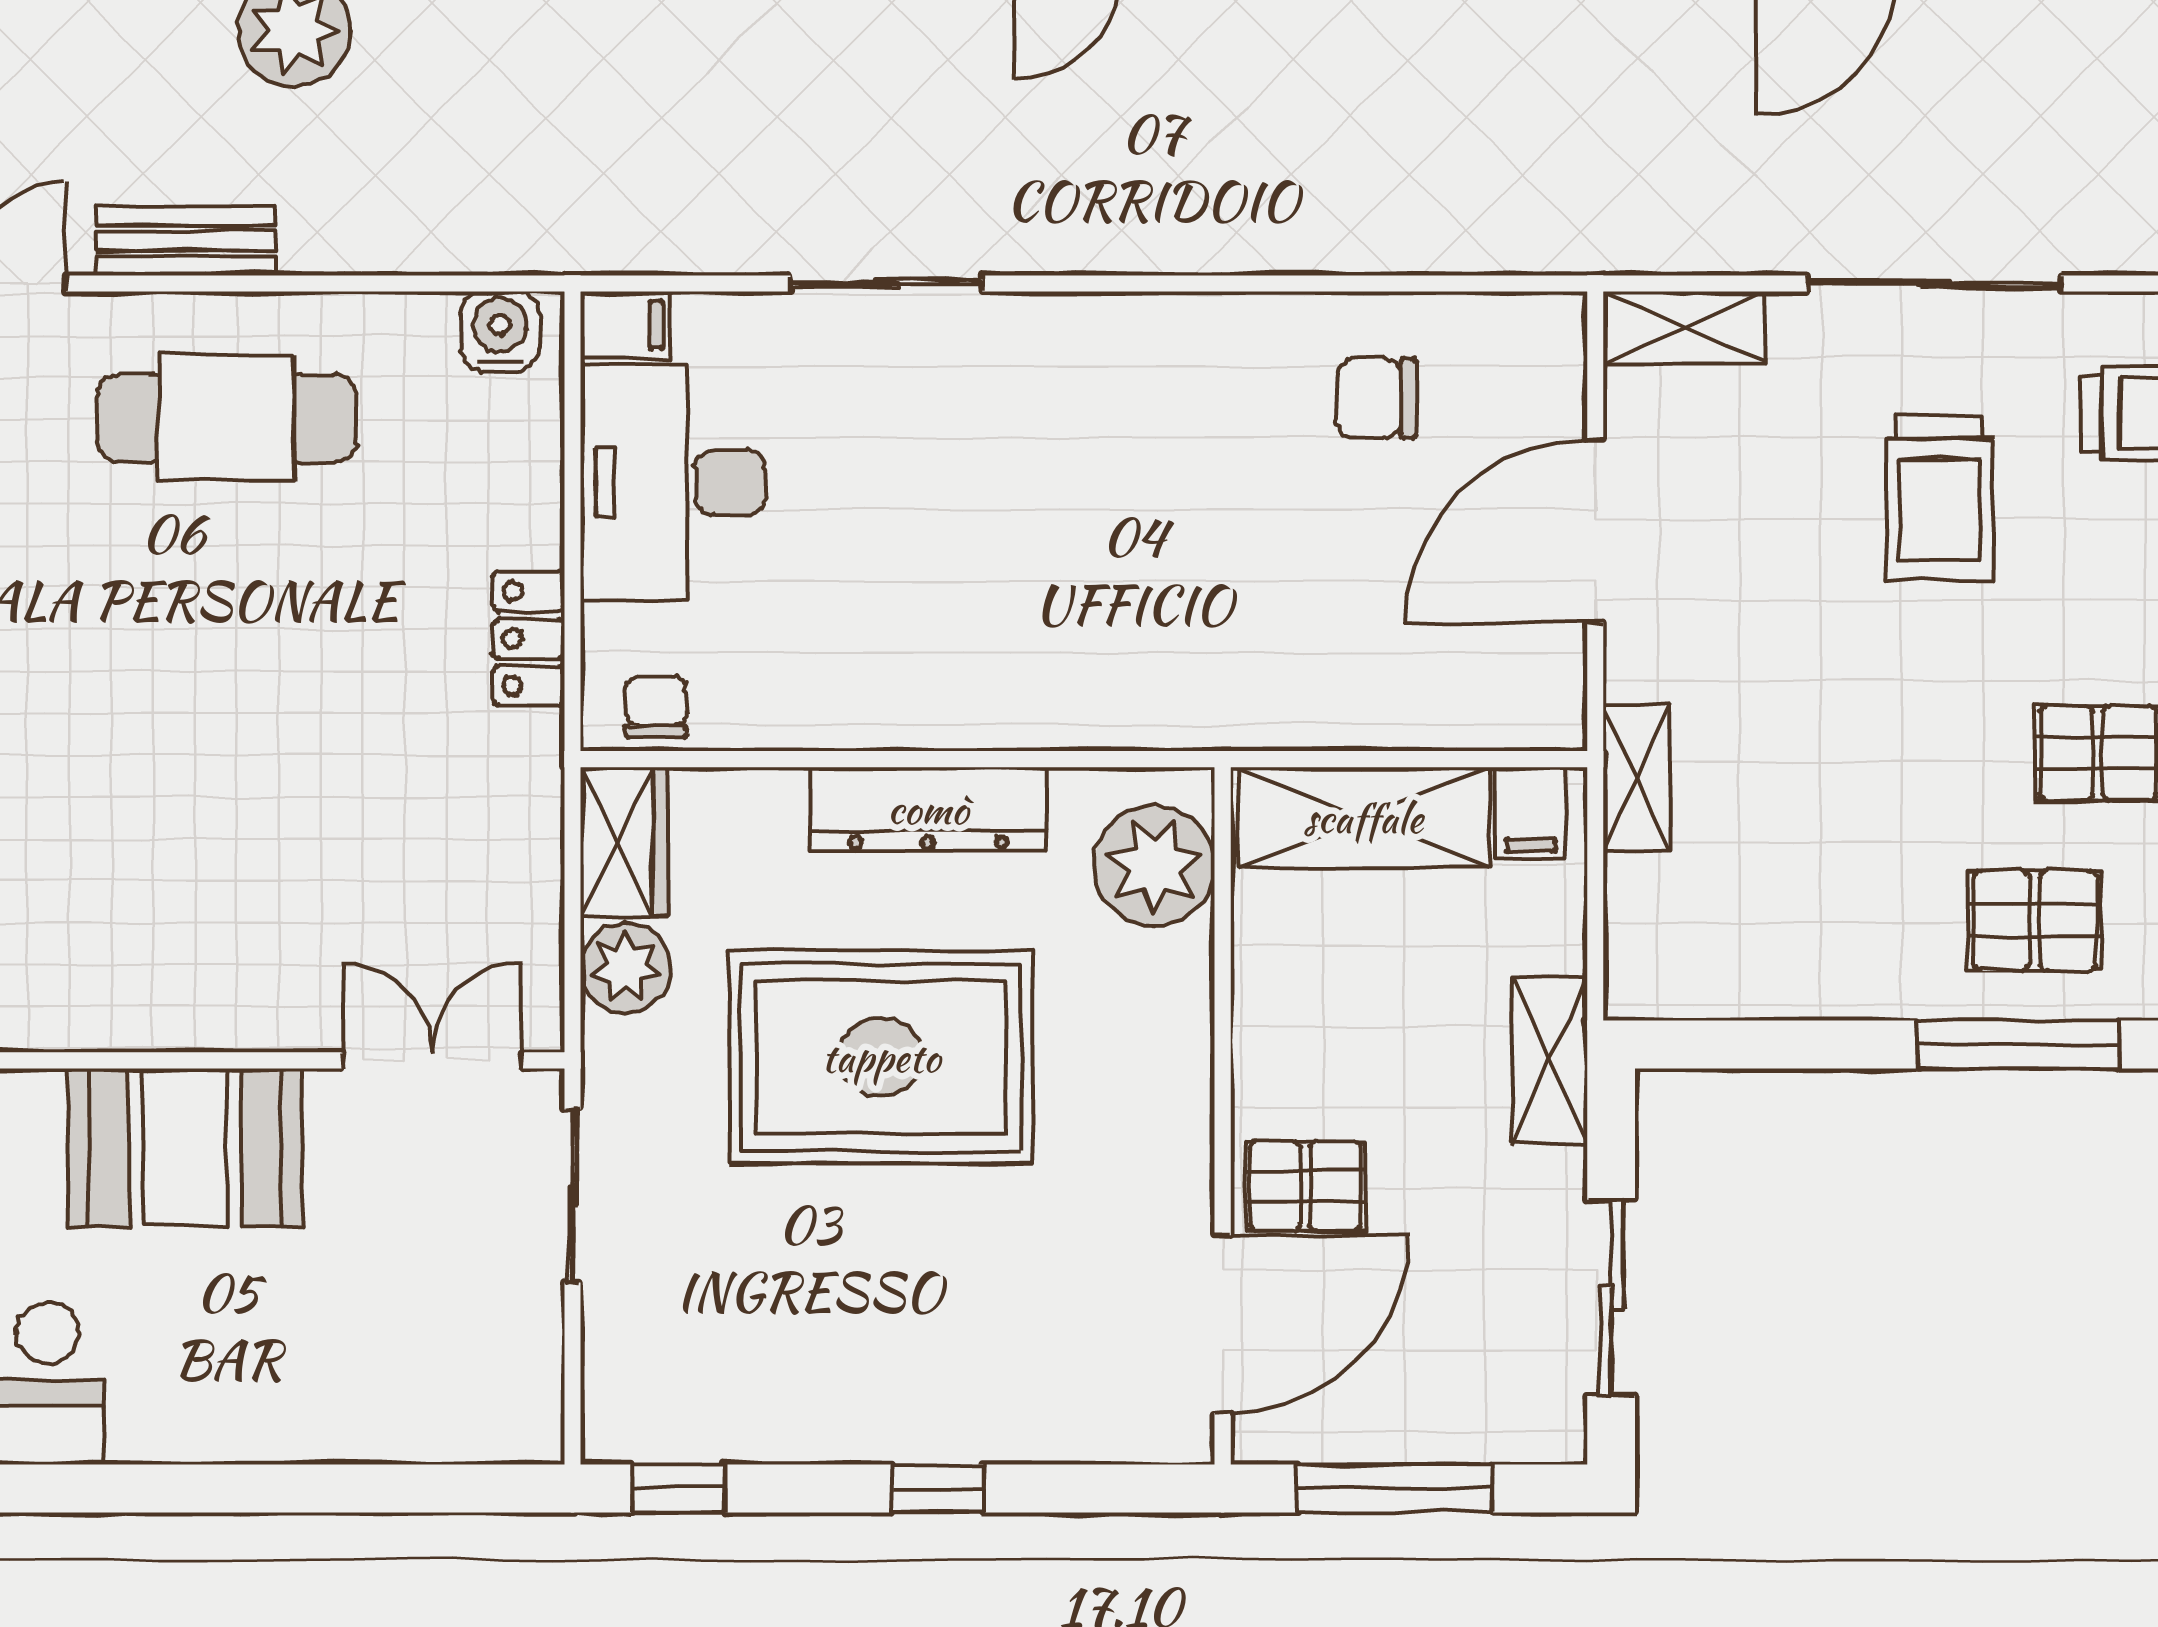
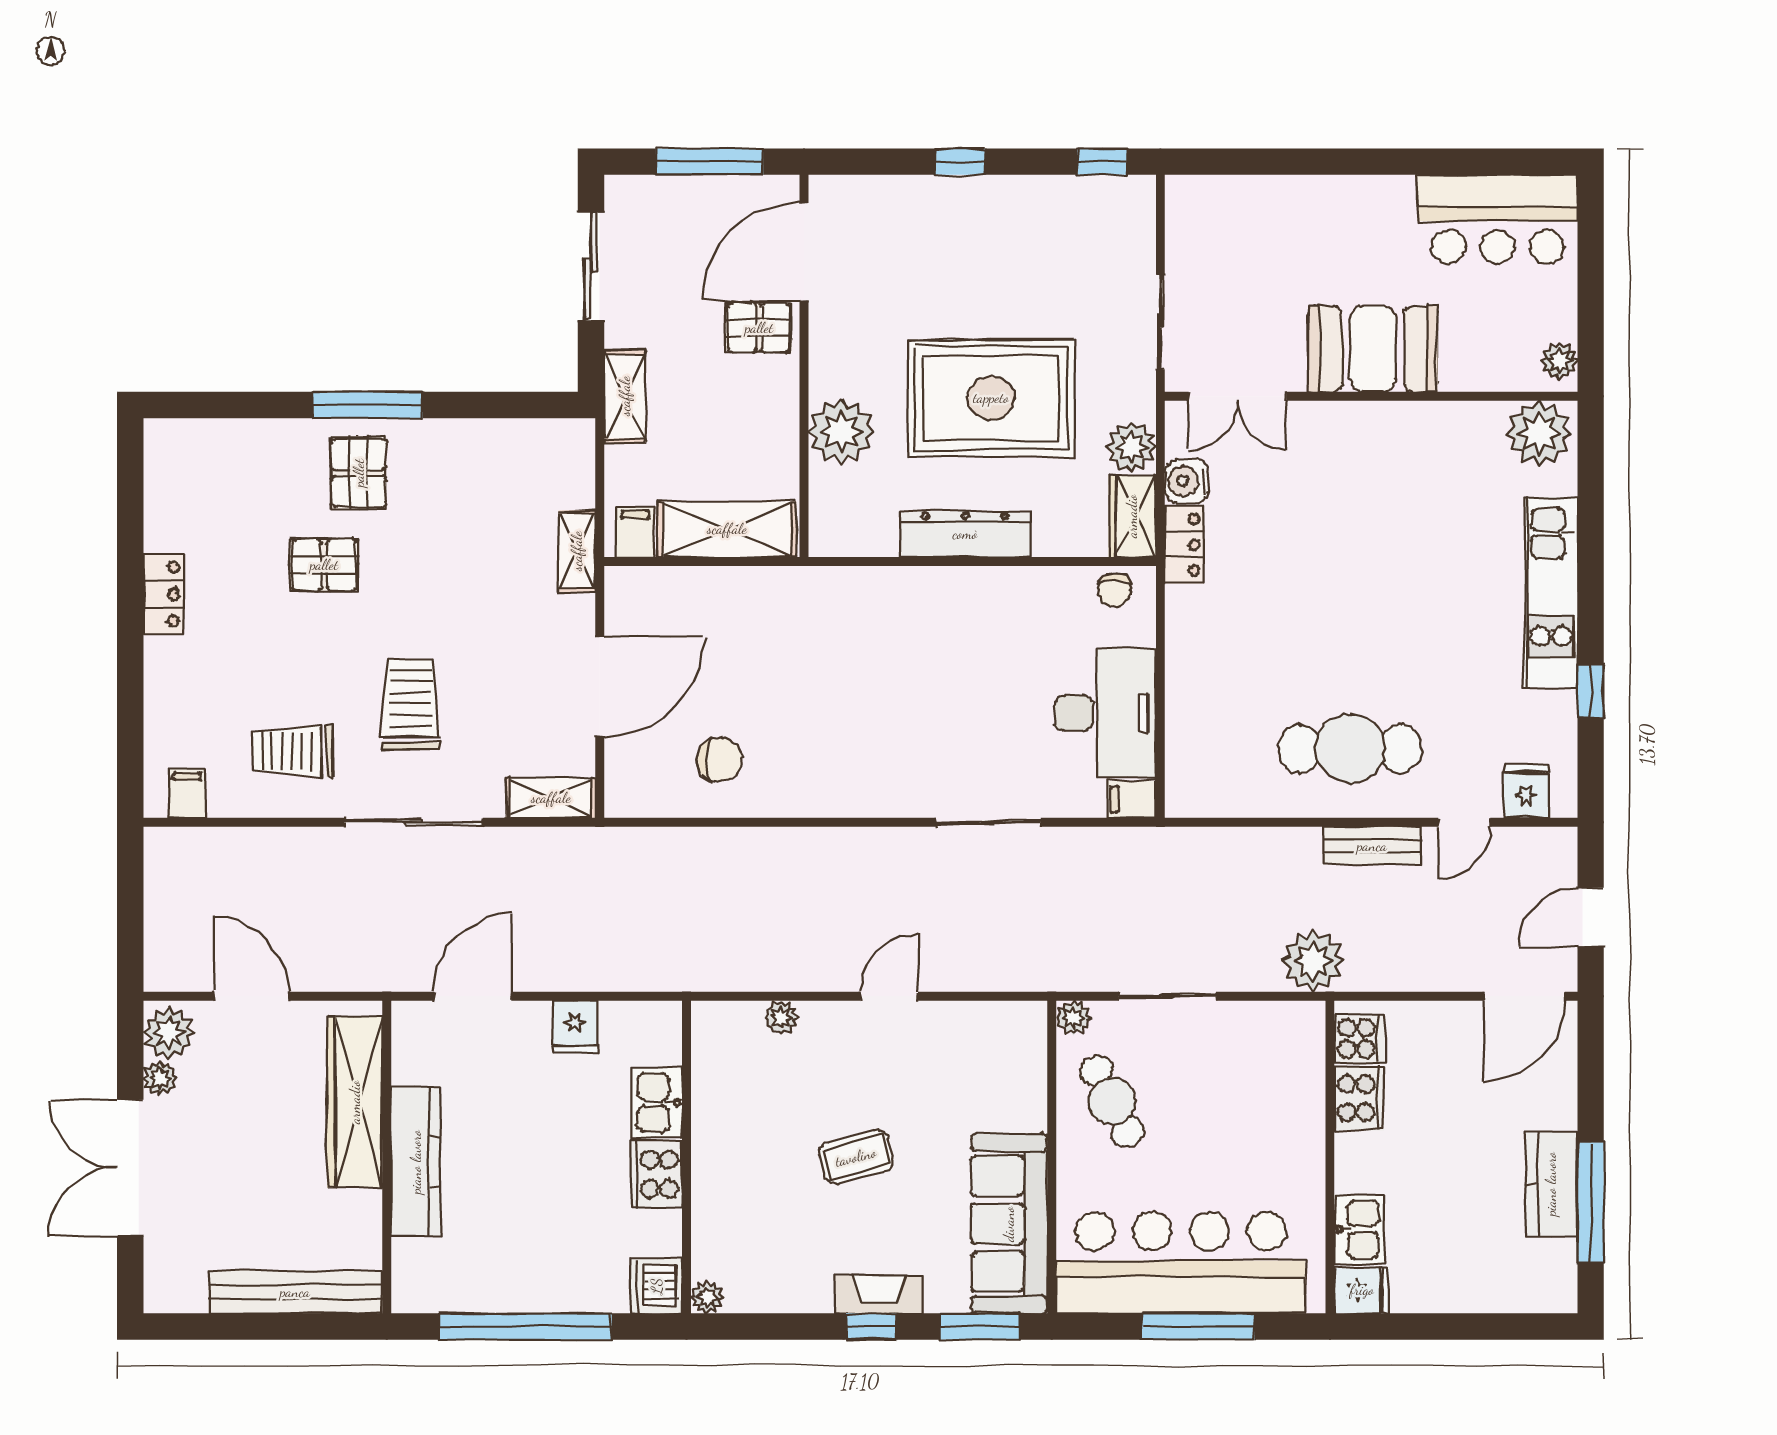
water cooler: (500, 331) -> (1186, 481), moved, turned 90
locker: (529, 639) -> (1184, 545), moved
plant: (1154, 866) -> (841, 432), moved
pallet: (2035, 921) -> (359, 473), turned 90

